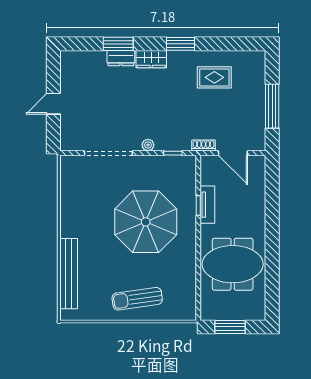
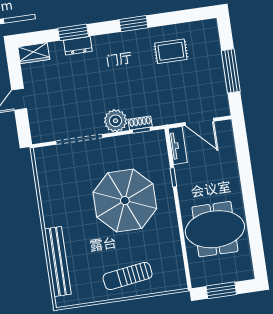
wardrobe: (151, 59) -> (34, 53), moved
plant: (148, 145) -> (116, 121), width x1.88, depth x1.88
shoe rack: (203, 146) -> (140, 123), moved
tv unit: (207, 205) -> (178, 145), moved

